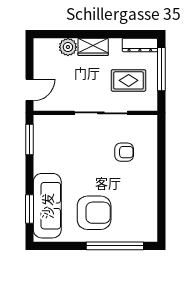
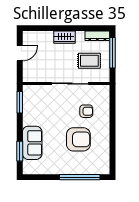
plant: (68, 47) -> (47, 37), removed
door: (30, 90) -> (20, 53), moved
sofa: (47, 206) -> (32, 143), width x0.73
armchair: (94, 213) -> (78, 139), moved

